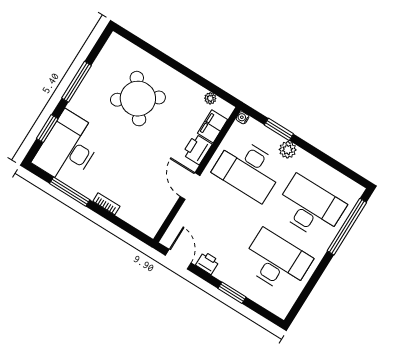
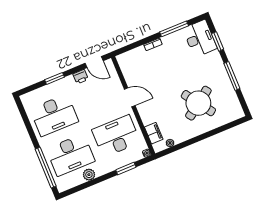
desk: (68, 148) -> (200, 38), width x0.73, depth x0.77
printer: (197, 149) -> (147, 116), removed
plant: (288, 150) -> (89, 175), moved

